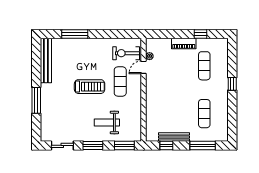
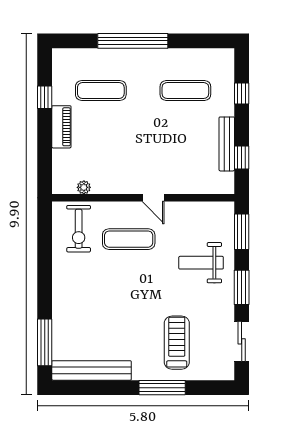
window: (75, 34) -> (45, 342), moved
door: (144, 67) -> (153, 198), moved
window: (232, 84) -> (133, 41), width x3.17
treadmill: (90, 87) -> (177, 343), moved
weight bench: (107, 122) -> (201, 263), turned 90
window: (203, 145) -> (242, 93), width x0.46

